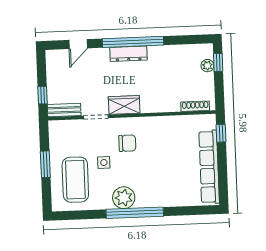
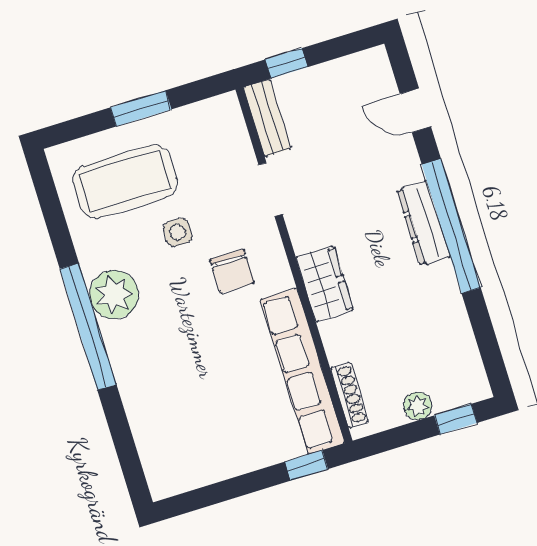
plant: (207, 66) -> (418, 406), moved
wardrobe: (124, 105) -> (325, 284), moved
row of seats: (209, 167) -> (302, 371), moved, turned -90

